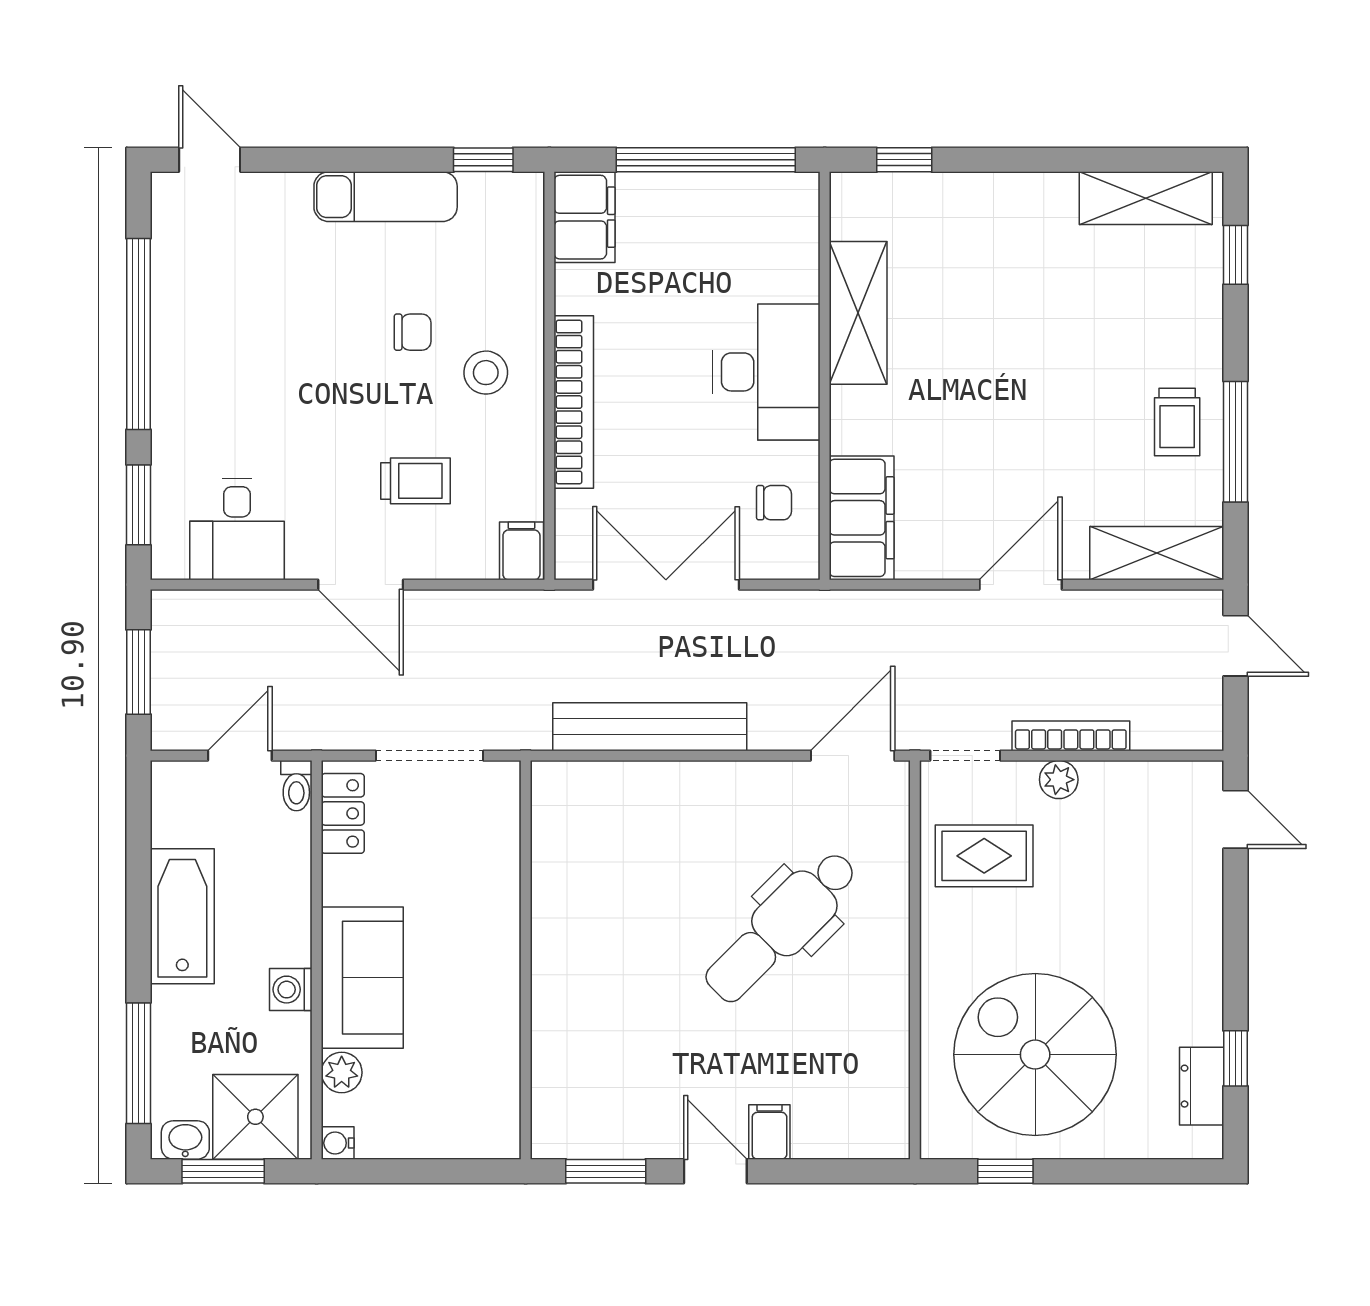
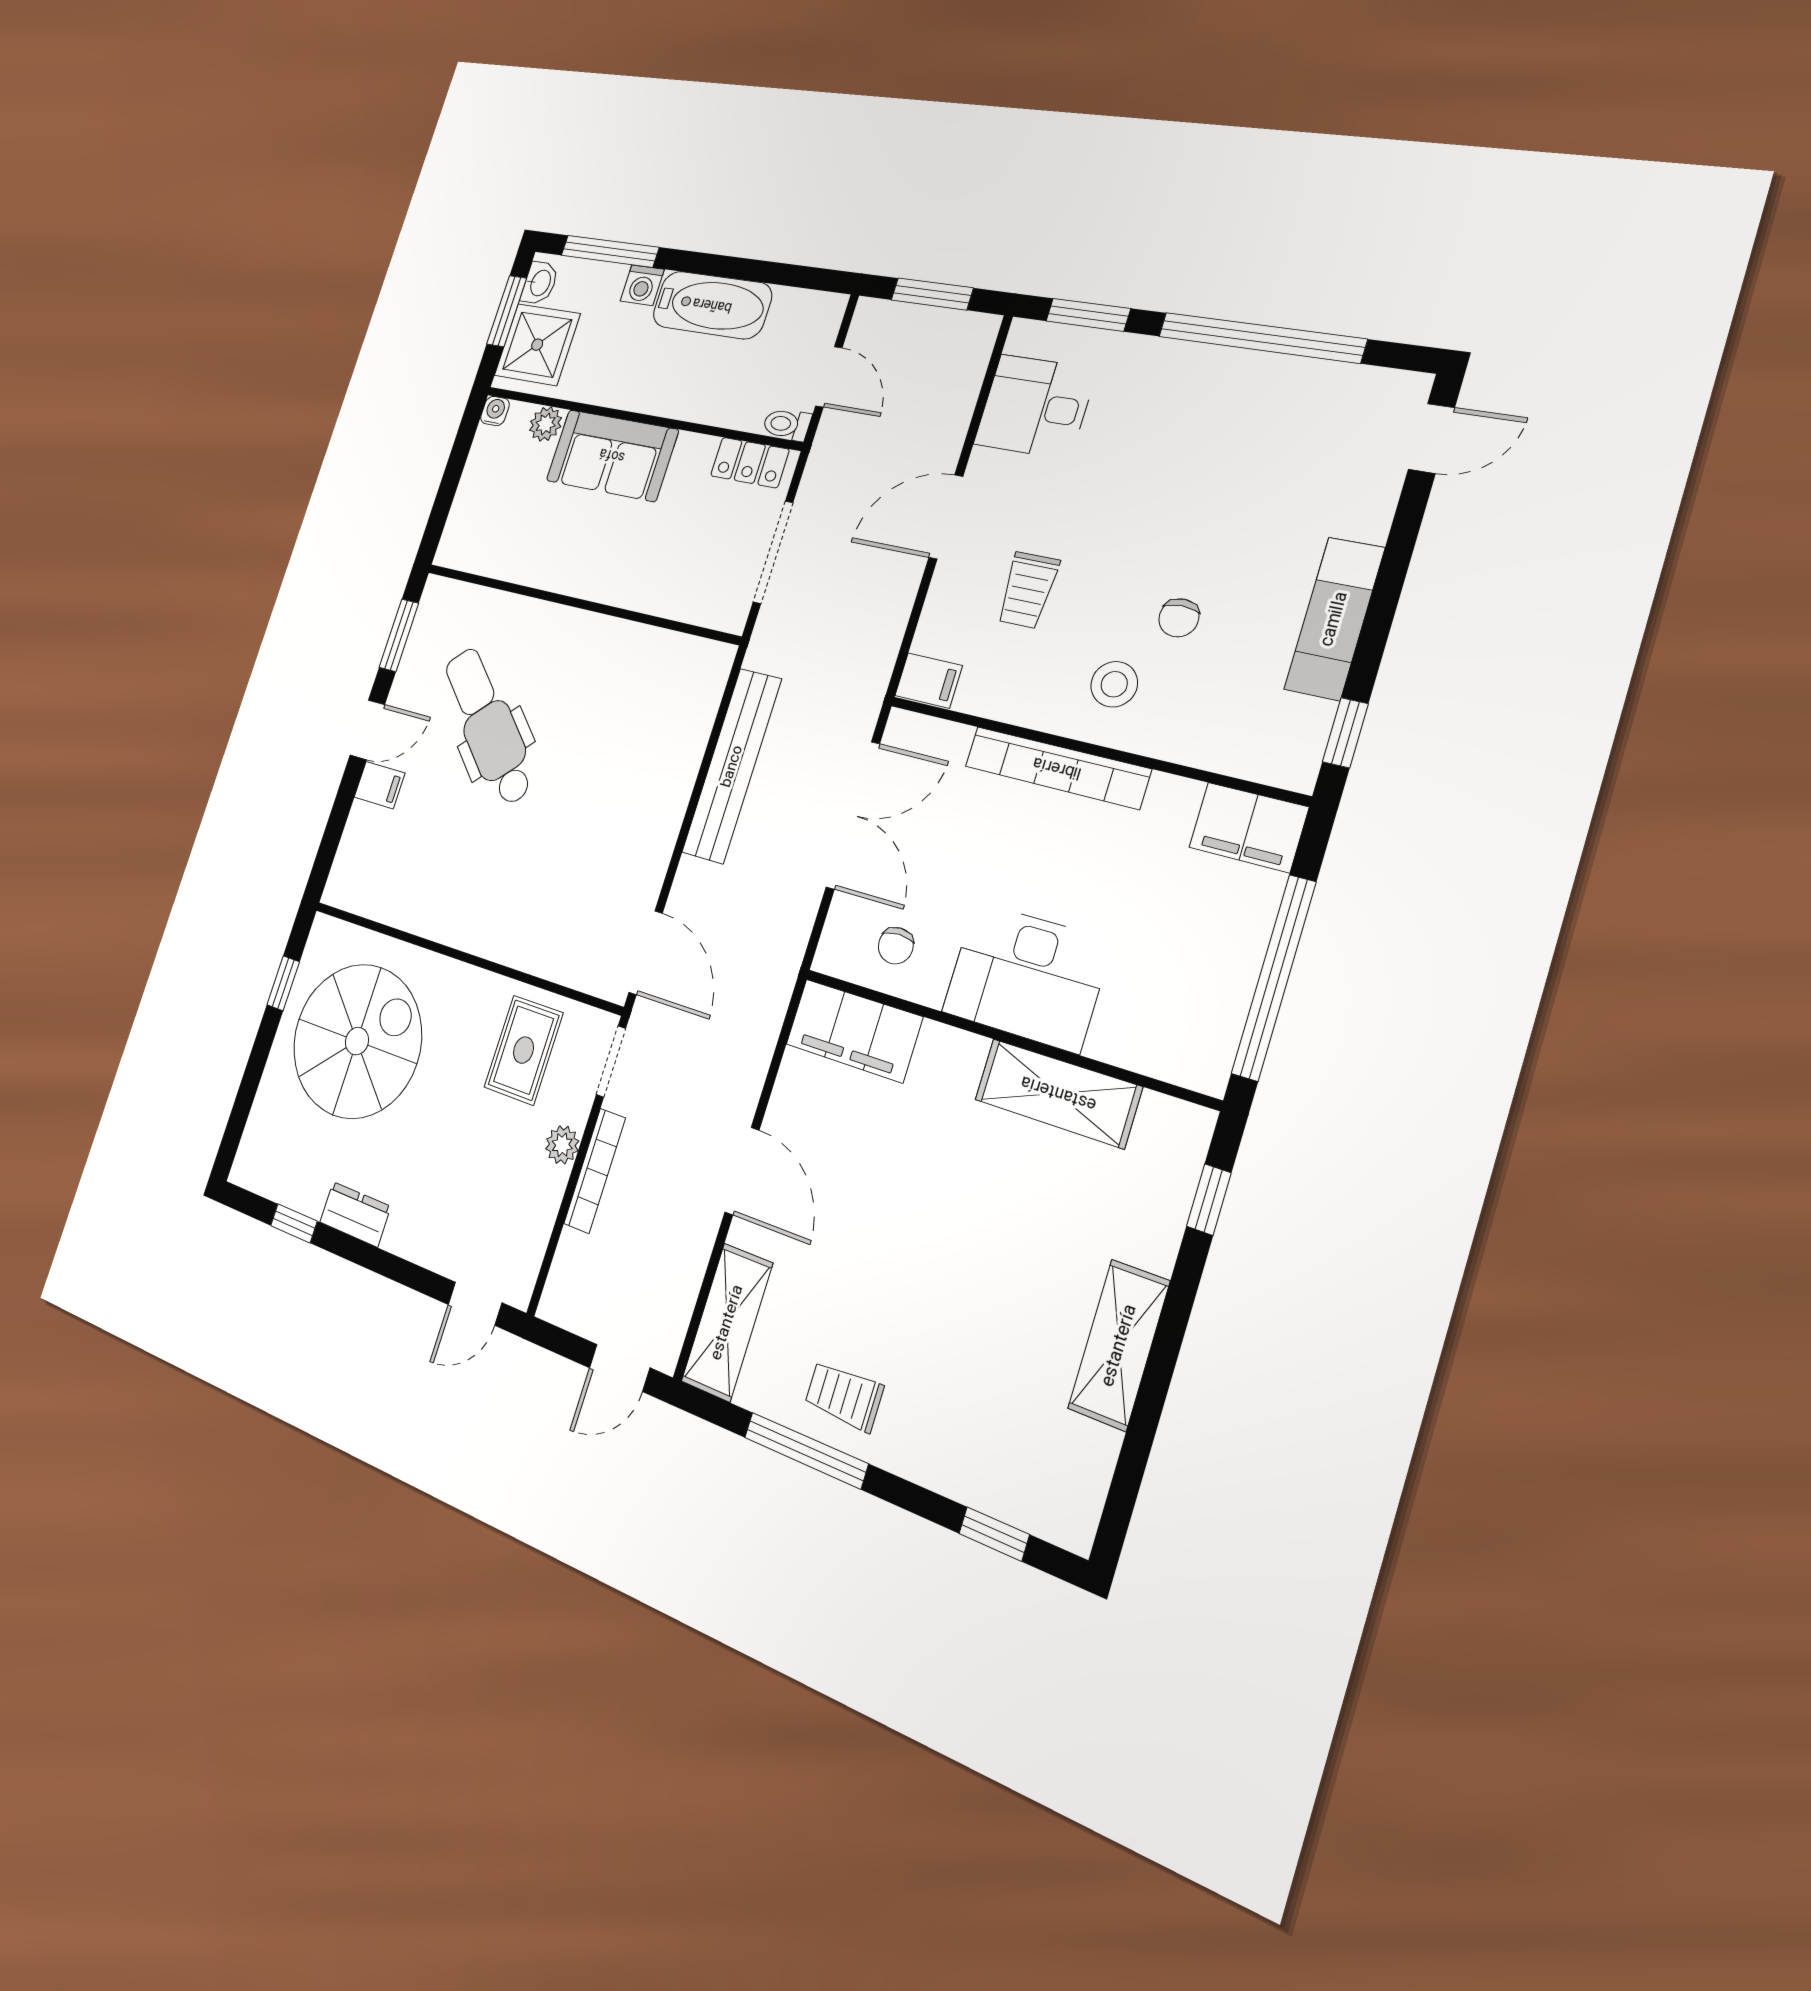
shelving: (1146, 198) -> (1119, 1345), moved
dental chair: (781, 926) -> (488, 726), moved
washing machine: (291, 990) -> (642, 285), moved, turned 180
dresser: (1202, 1086) -> (355, 1214), moved

